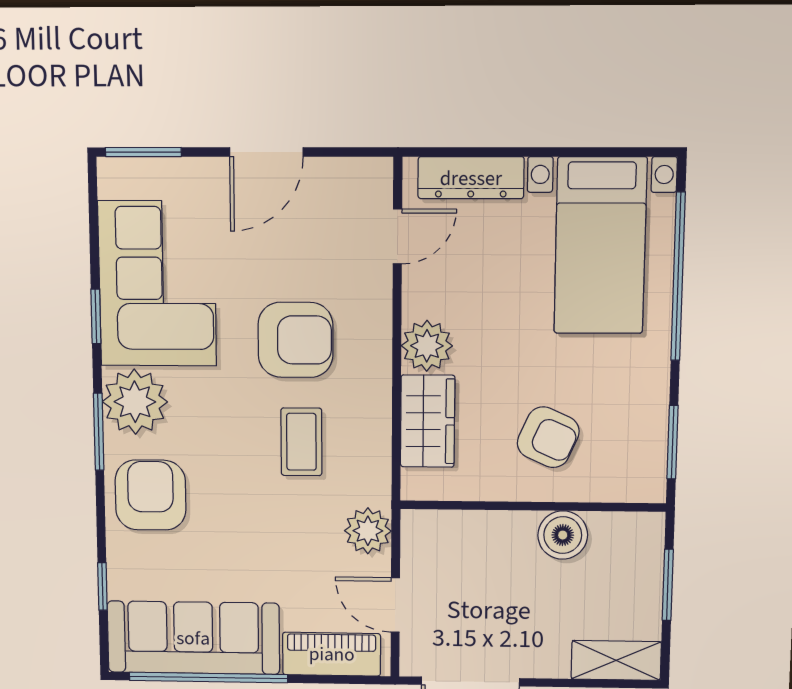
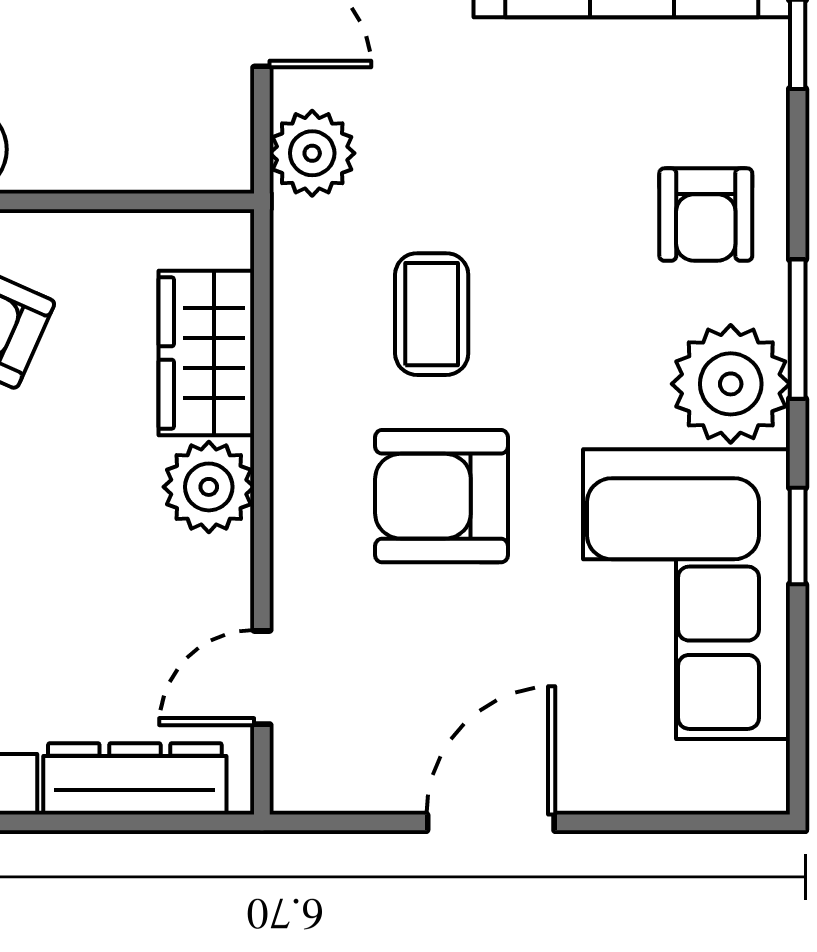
window: (143, 152) -> (707, 822), removed
armchair: (151, 495) -> (706, 215), width x0.72, depth x0.72

